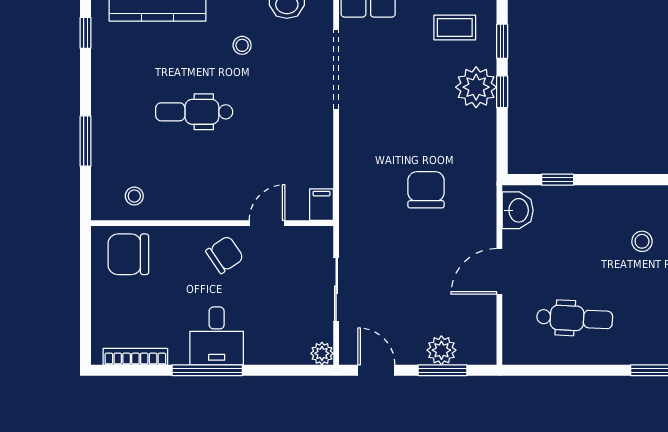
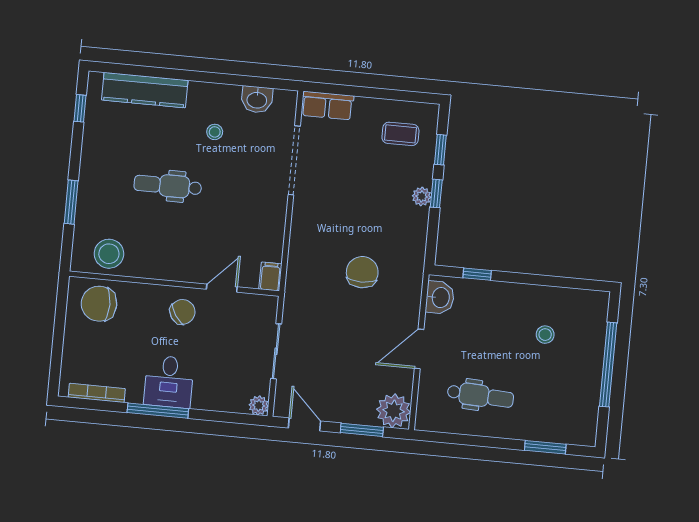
plant: (476, 87) -> (422, 196), width x0.53, depth x0.53
stool: (134, 196) -> (109, 254), width x1.89, depth x1.89
plant: (441, 350) -> (394, 411), moved, width x1.36, depth x1.36

